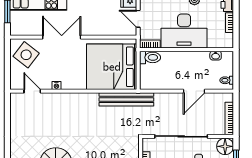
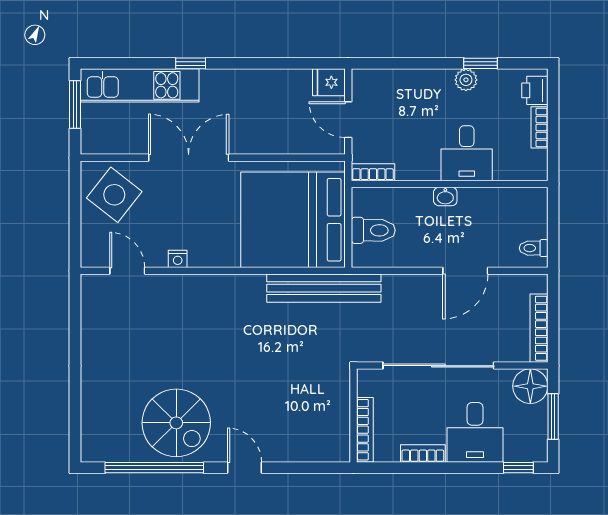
desk: (184, 31) -> (467, 153), width x0.53, depth x0.77
washbasin: (216, 56) -> (445, 197), moved
toilet: (150, 57) -> (373, 230), moved

